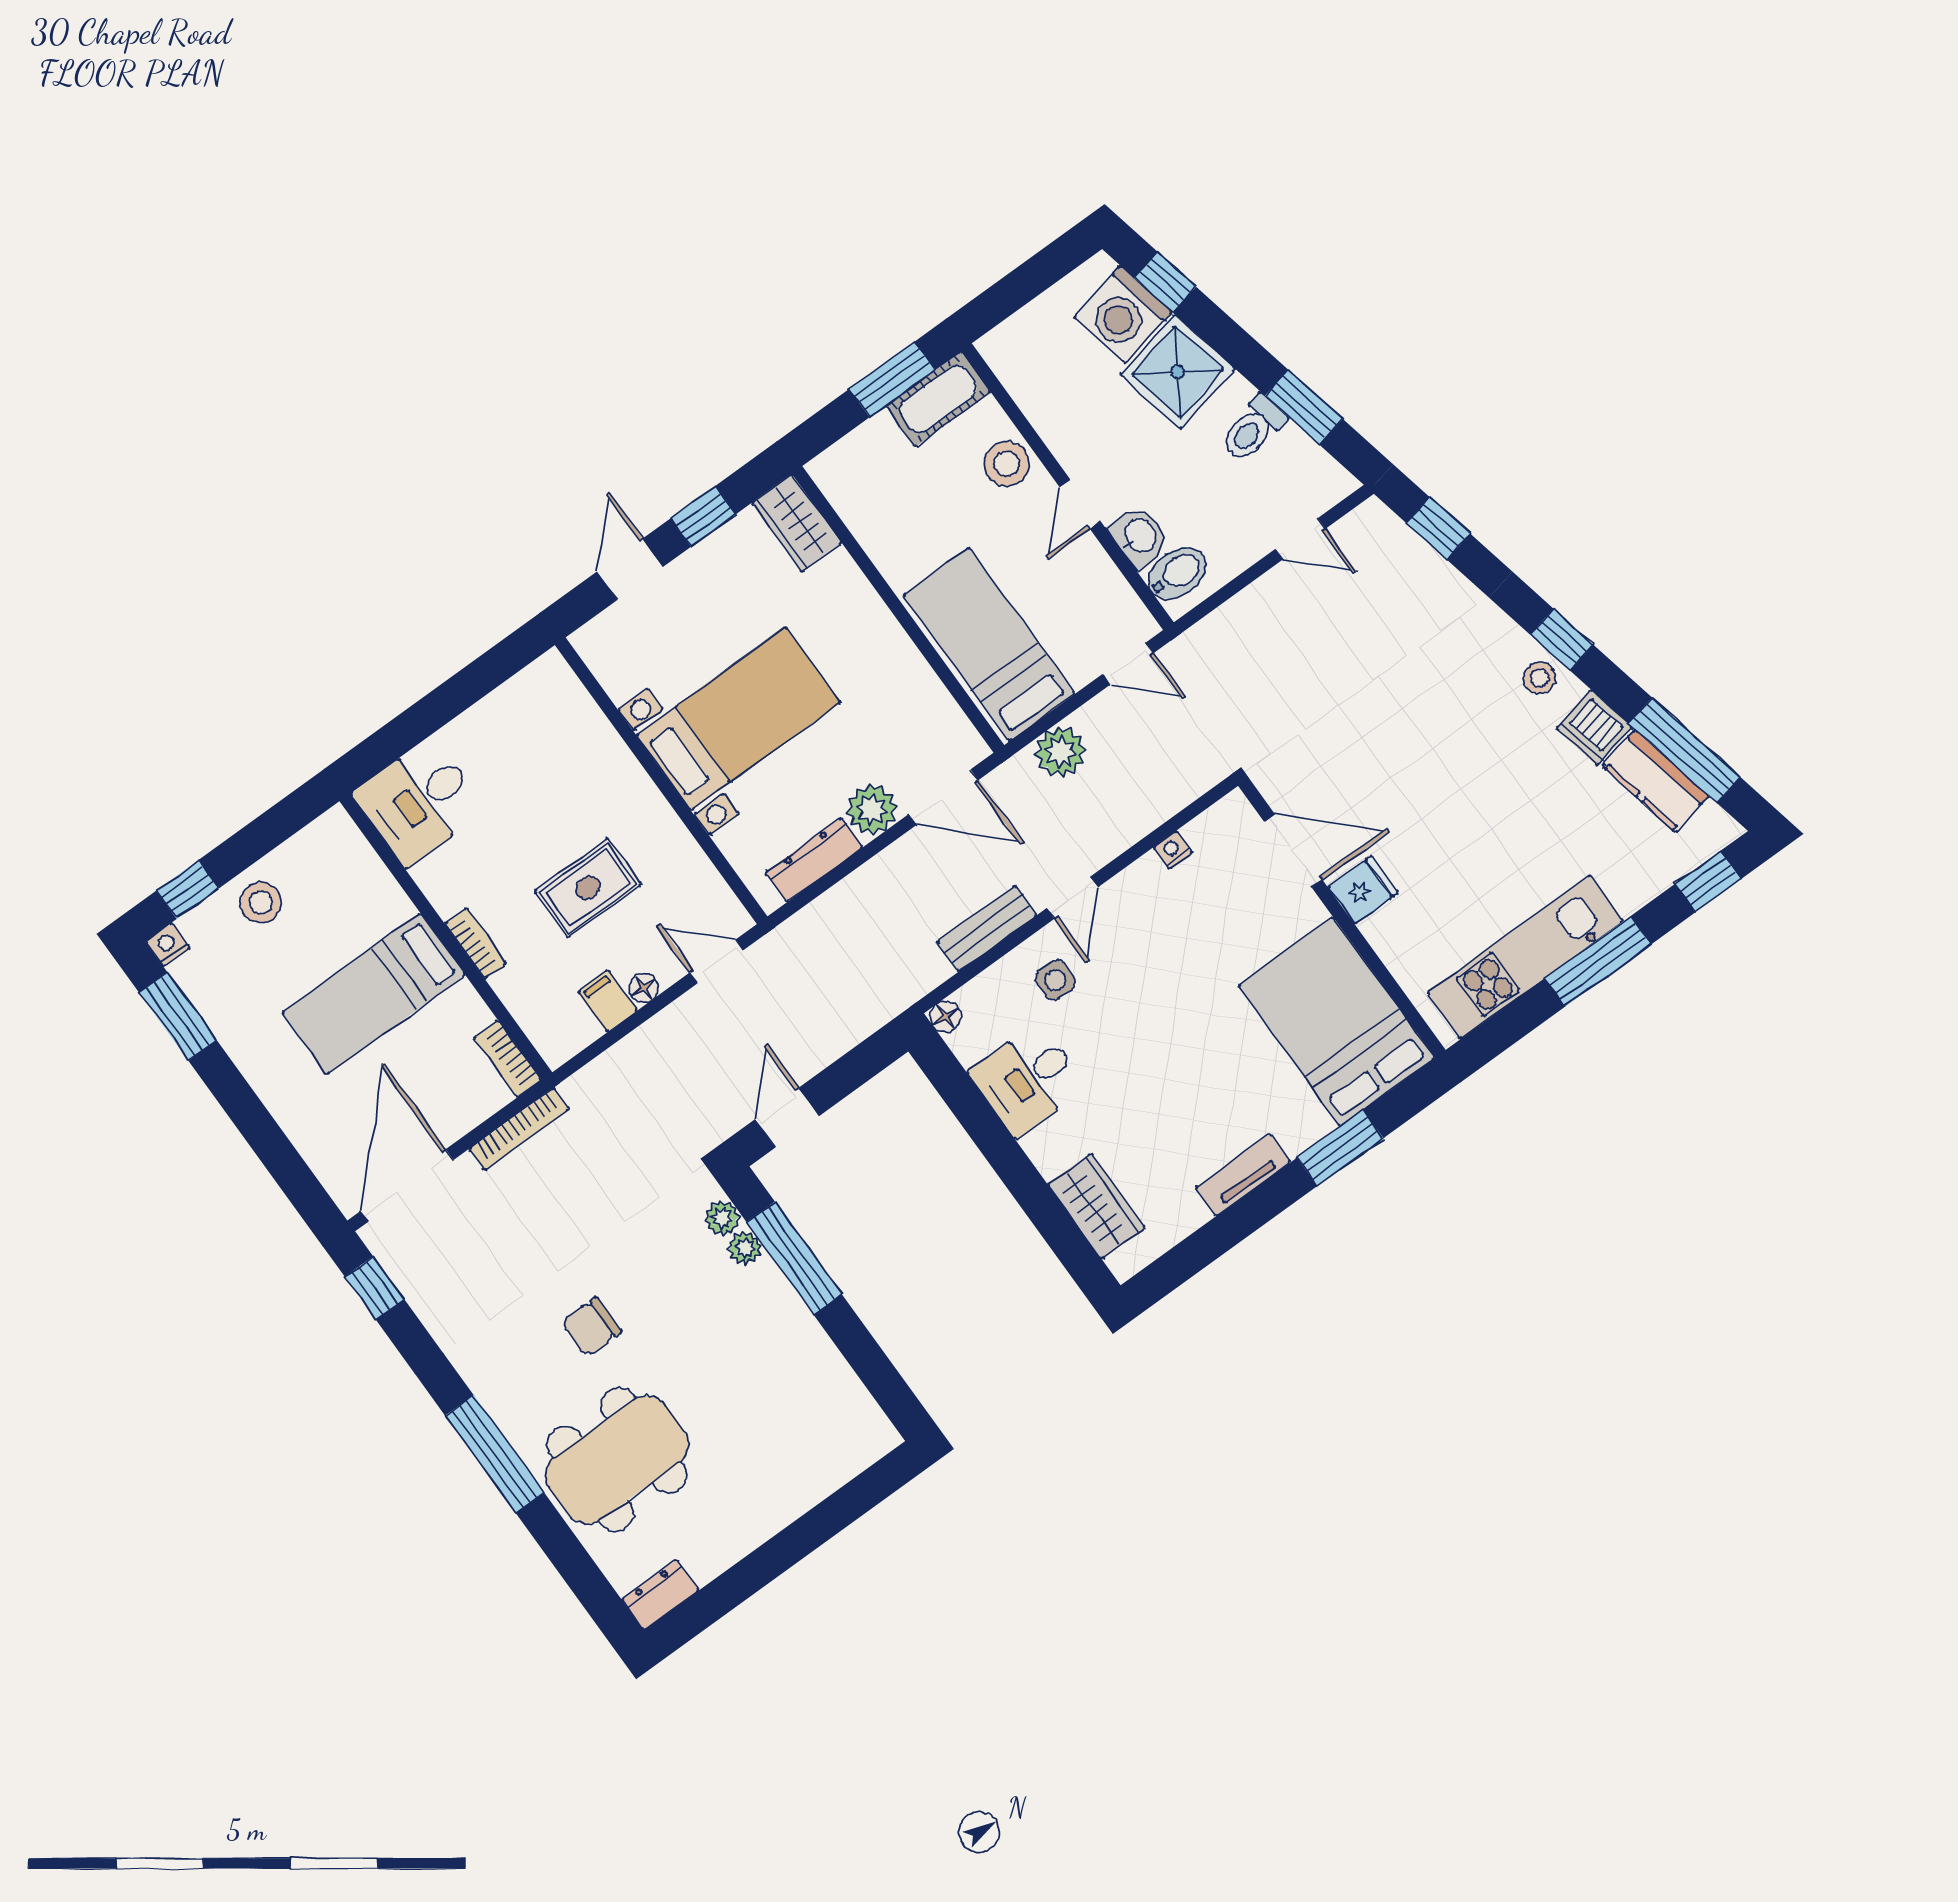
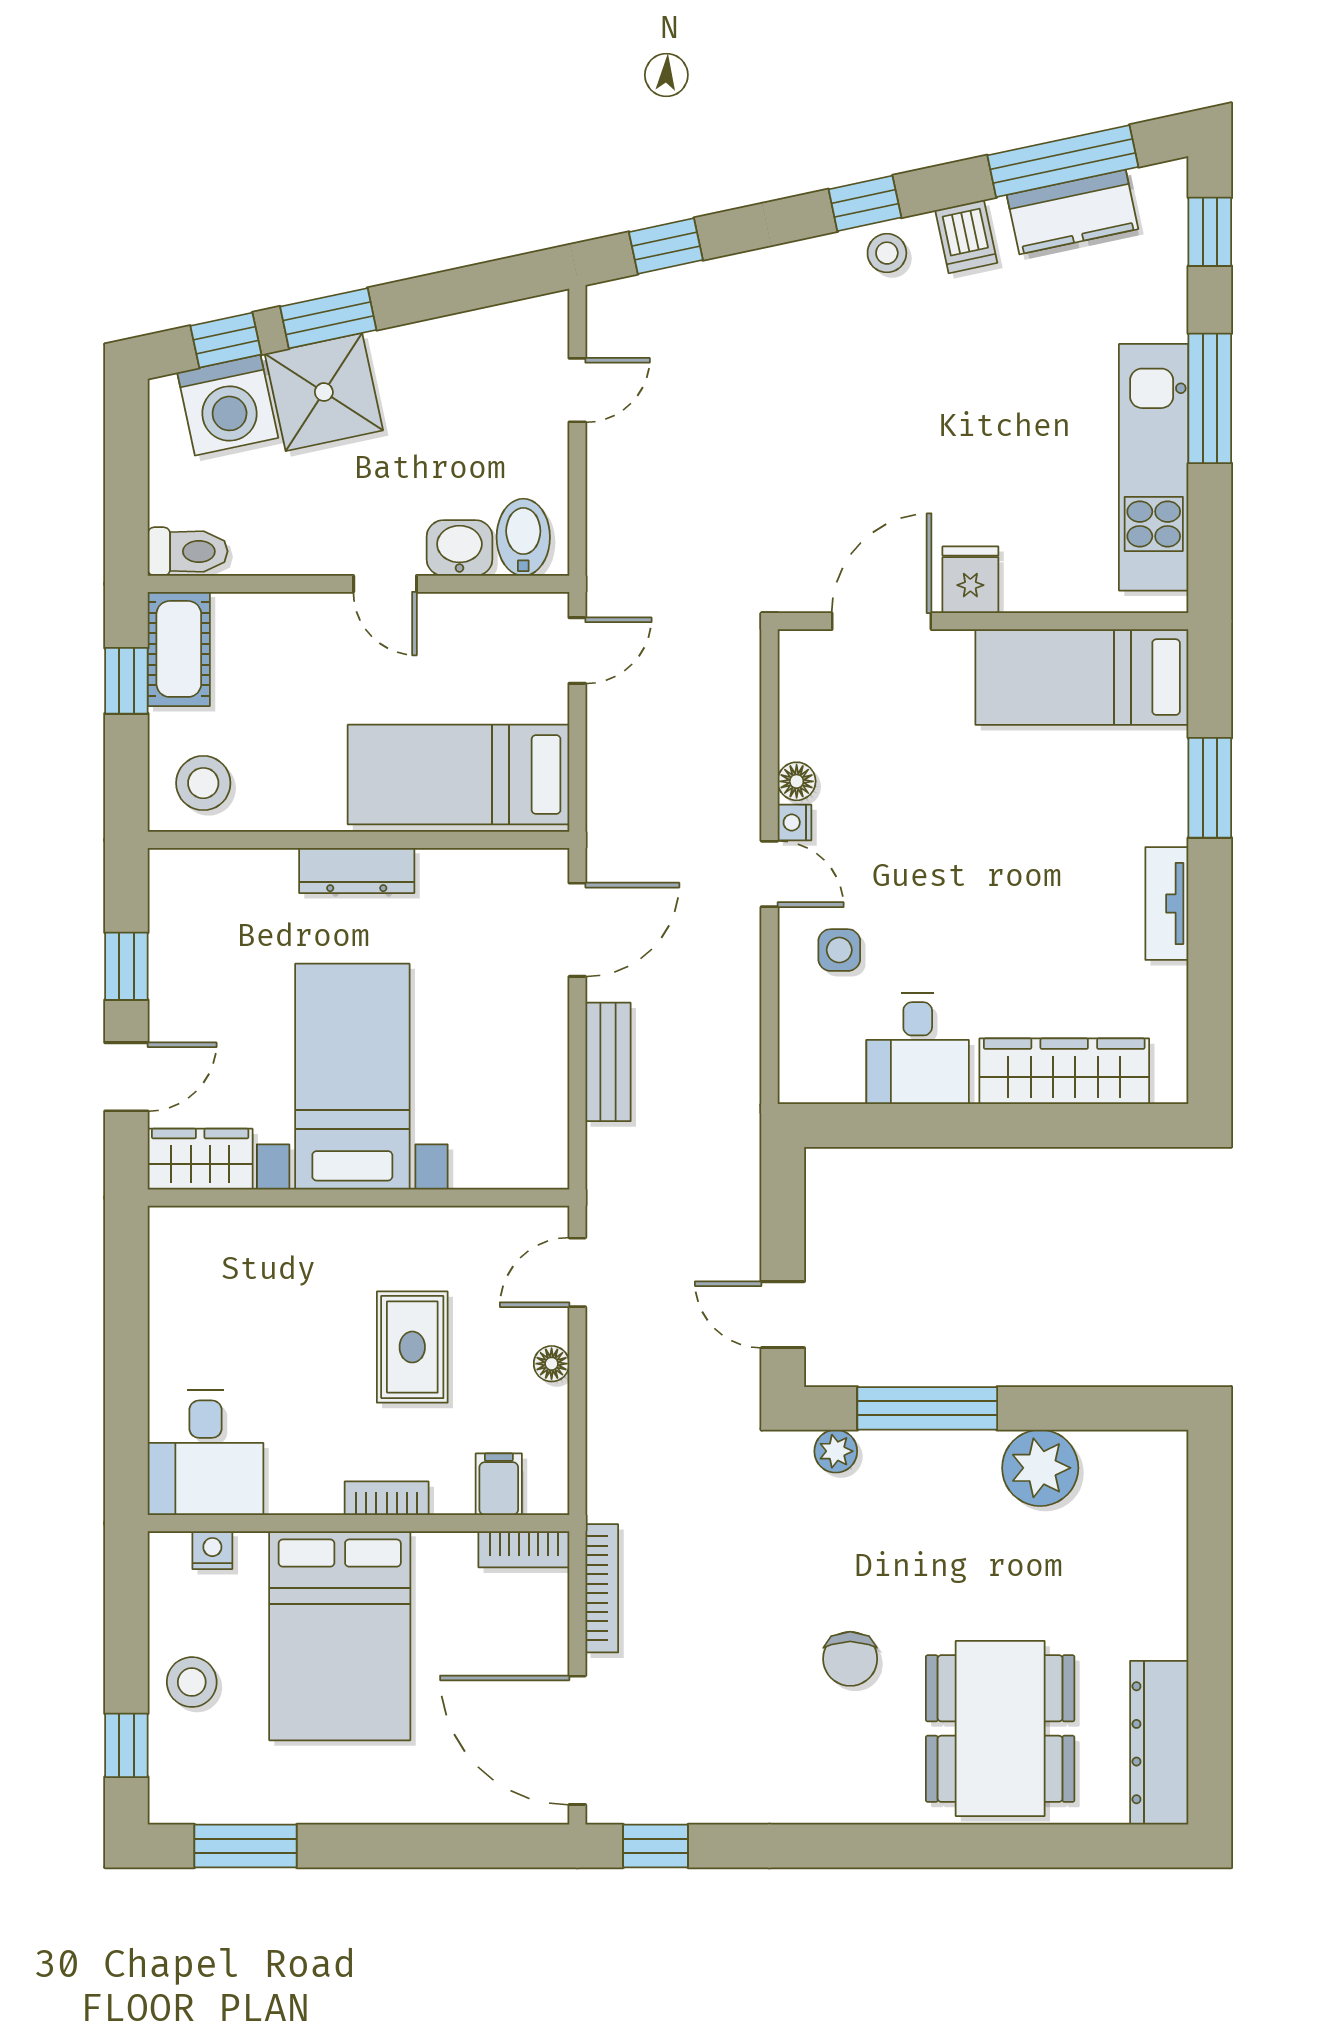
window: (892, 379) -> (126, 681), width x0.67
window: (1304, 407) -> (328, 318), moved
toilet: (1253, 429) -> (188, 551), moved, turned -78
stool: (1007, 464) -> (203, 783), moved
wardrobe: (797, 523) -> (200, 1159), moved, turned 180
door: (630, 569) -> (126, 1077), swing flipped
dishwasher: (1594, 728) -> (966, 237), width x0.73
plant: (1060, 752) -> (616, 781), removed
plant: (872, 809) -> (538, 1009), removed
nightstand: (1173, 850) -> (794, 822), moved
dresser: (814, 860) -> (357, 871), moved, turned -90
bench: (987, 929) -> (608, 1062), moved
nightstand: (168, 945) -> (212, 1550), moved, turned 90
bed: (374, 994) -> (340, 1636), width x1.50
filing cabinet: (608, 1001) -> (499, 1484), moved, turned 90
floor lamp: (945, 1017) -> (797, 781), moved
bed: (1336, 1022) -> (1082, 677), width x0.67
wardrobe: (1096, 1206) -> (1064, 1071), width x1.50
plant: (745, 1248) -> (1040, 1468), moved, width x1.88, depth x1.88
window: (495, 1454) -> (907, 1846), removed
dresser: (660, 1595) -> (1159, 1743), width x1.96, depth x1.24

